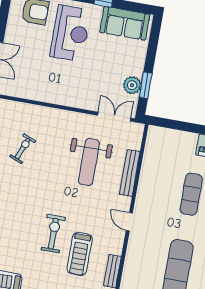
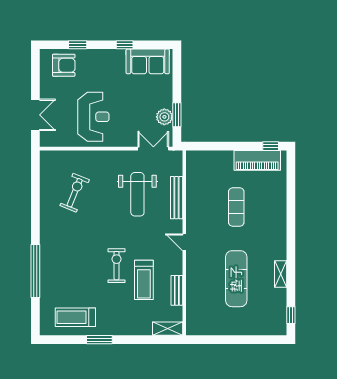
reception desk: (70, 33) -> (93, 117), moved
exercise bike: (23, 149) -> (75, 193), width x1.38, depth x1.39

